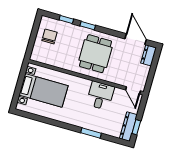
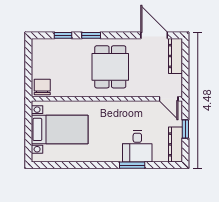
chair: (50, 36) -> (42, 87), moved
dresser: (148, 55) -> (175, 56), width x1.44
desk: (100, 96) -> (137, 146), moved, turned 180
window: (136, 127) -> (185, 129), moved

